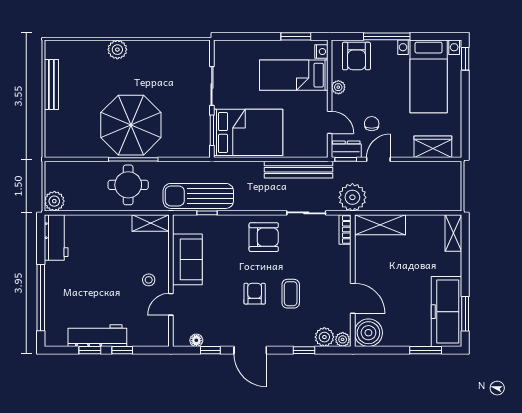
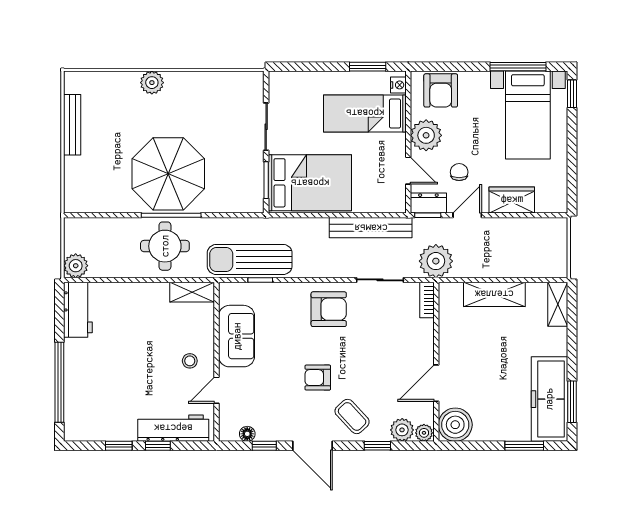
window: (387, 36) -> (518, 67), moved
plant: (338, 87) -> (426, 135), width x1.88, depth x1.88
wardrobe: (433, 147) -> (512, 200), moved
shelving: (380, 225) -> (494, 294), moved
armchair: (255, 294) -> (318, 378), turned -90
coffee table: (291, 294) -> (352, 416), moved, turned -43
door: (353, 298) -> (436, 383), swing flipped
workbench: (97, 336) -> (173, 428), moved

